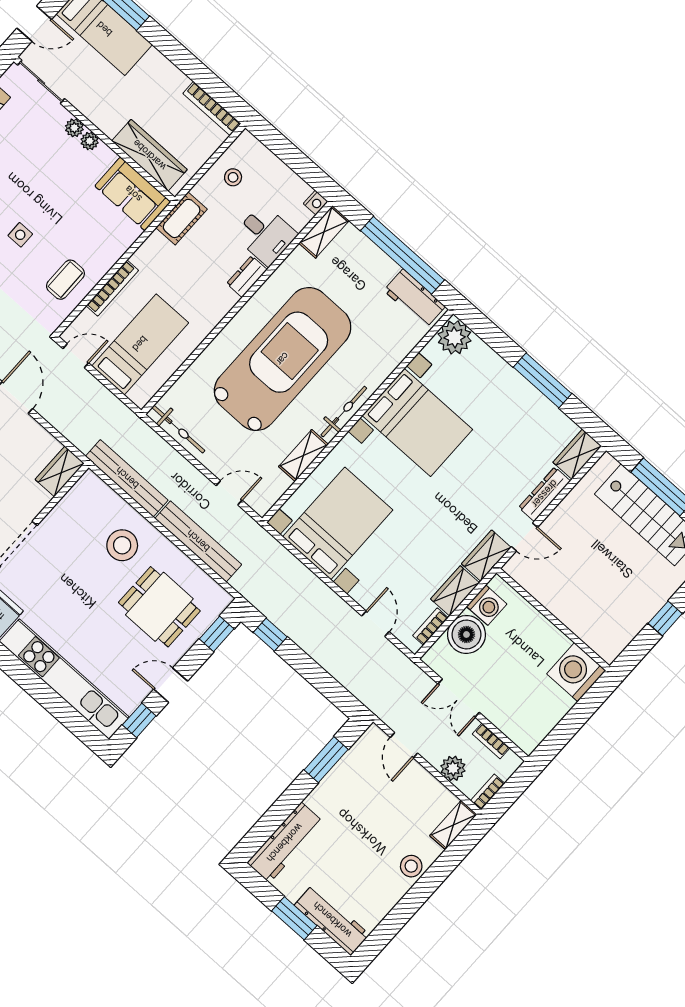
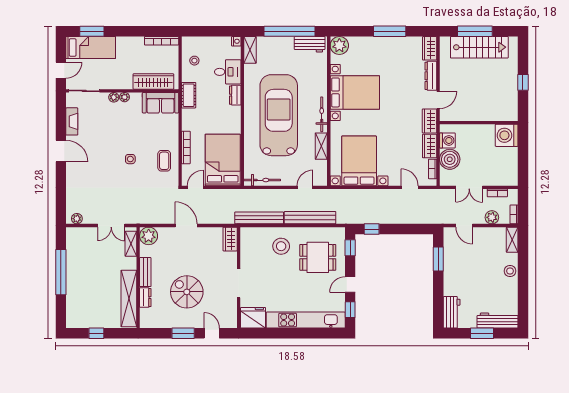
bed: (140, 344) -> (223, 160), width x1.50
workbench: (285, 843) -> (452, 312), width x0.73

